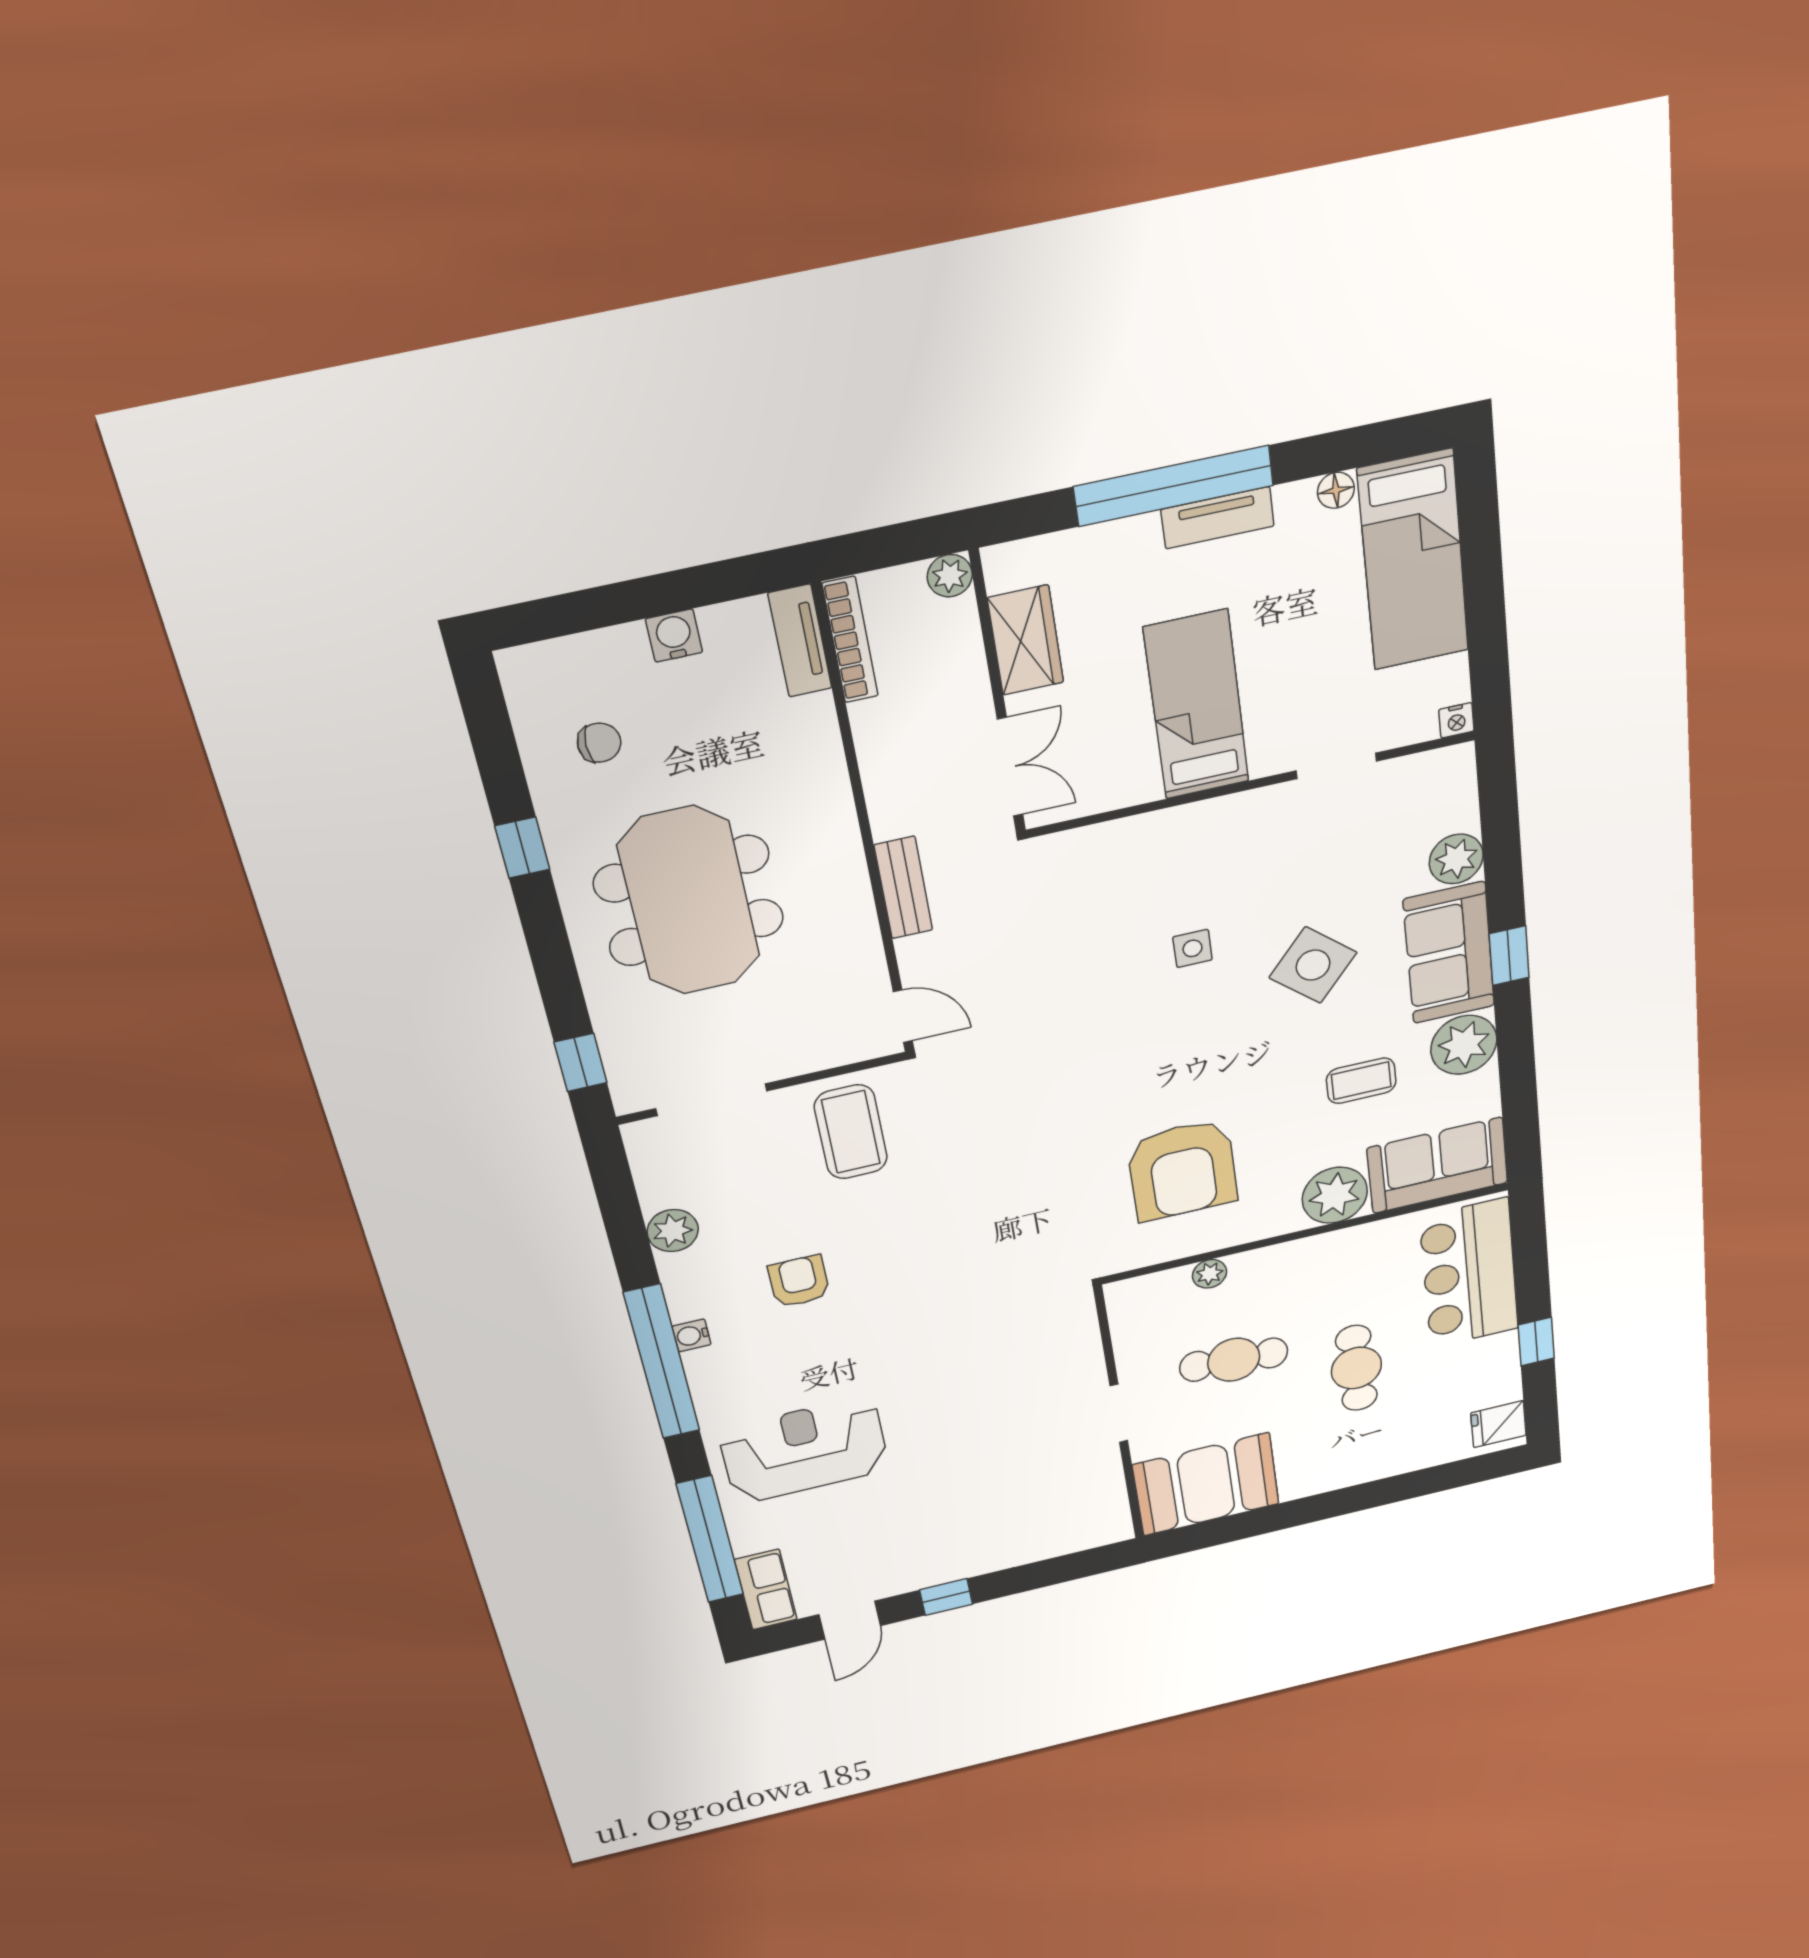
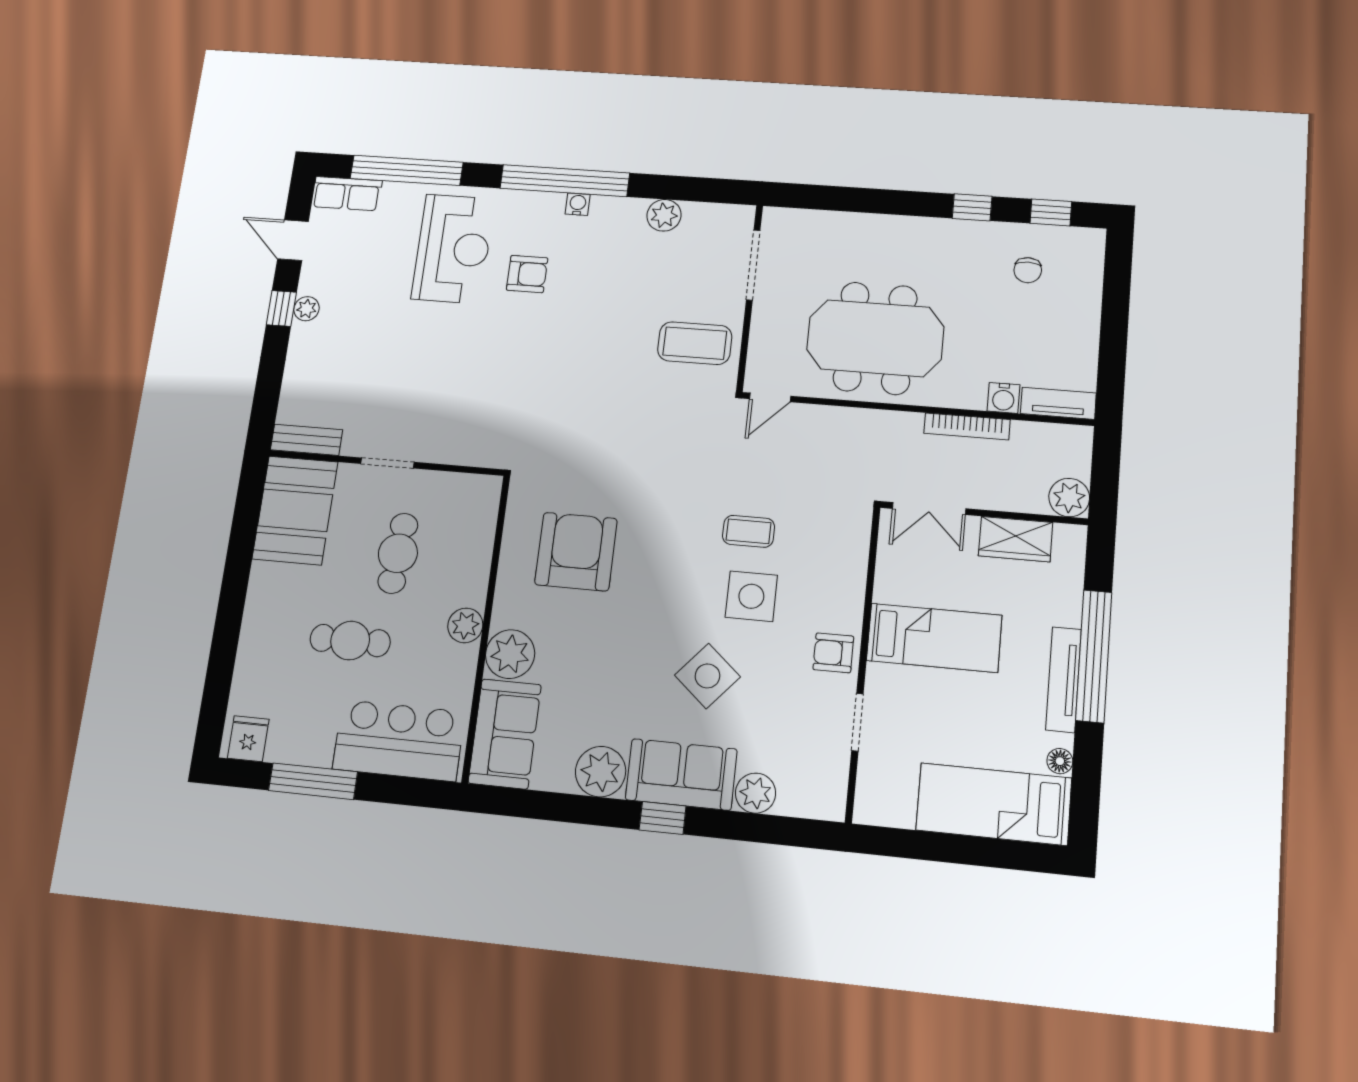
tv unit: (1218, 518) -> (1063, 680), width x1.41
plant: (950, 576) -> (1069, 498), width x1.38, depth x1.38
water cooler: (674, 636) -> (1003, 398), moved, turned 90
bookcase: (850, 640) -> (967, 426), moved
nightstand: (1456, 720) -> (864, 812), removed
armchair: (1247, 825) -> (833, 653), added
bench: (903, 888) -> (306, 440), moved
meeting table: (689, 901) -> (875, 338), moved
side table: (1192, 948) -> (751, 596), width x1.87, depth x1.87
window: (581, 1062) -> (1051, 212), moved
coffee table: (1361, 1081) -> (749, 531), moved, turned 90
armchair: (1182, 1170) -> (576, 552), turned 90
plant: (1210, 1274) -> (465, 625), moved, width x1.38, depth x1.38
armchair: (799, 1281) -> (527, 274), moved
window: (1536, 1342) -> (313, 781), width x2.17
plant: (938, 1572) -> (307, 309), added

